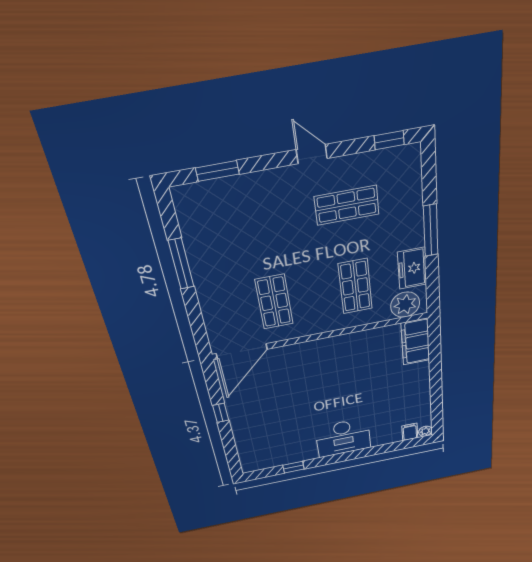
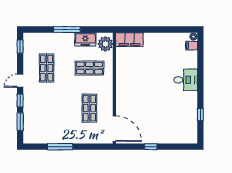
window: (266, 162) -> (20, 101), added
shop shelf: (274, 302) -> (89, 108), turned 90
desk: (343, 438) -> (186, 80), width x0.73

